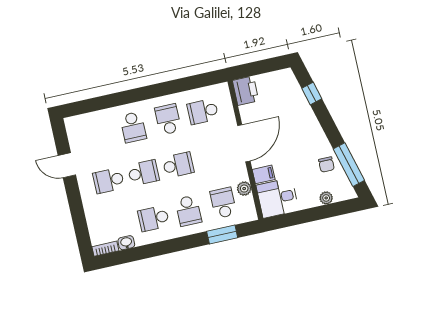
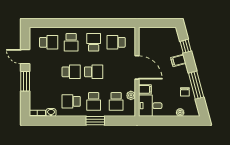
printer: (246, 91) -> (145, 35), removed
filing cabinet: (305, 118) -> (178, 60), added
door: (244, 143) -> (137, 67), hinge flipped
window: (349, 165) -> (196, 85), moved
school desk: (109, 181) -> (49, 42), moved, turned 180
window: (75, 203) -> (25, 81), added
school desk: (223, 203) -> (116, 101), turned 180
window: (222, 235) -> (95, 121), moved

